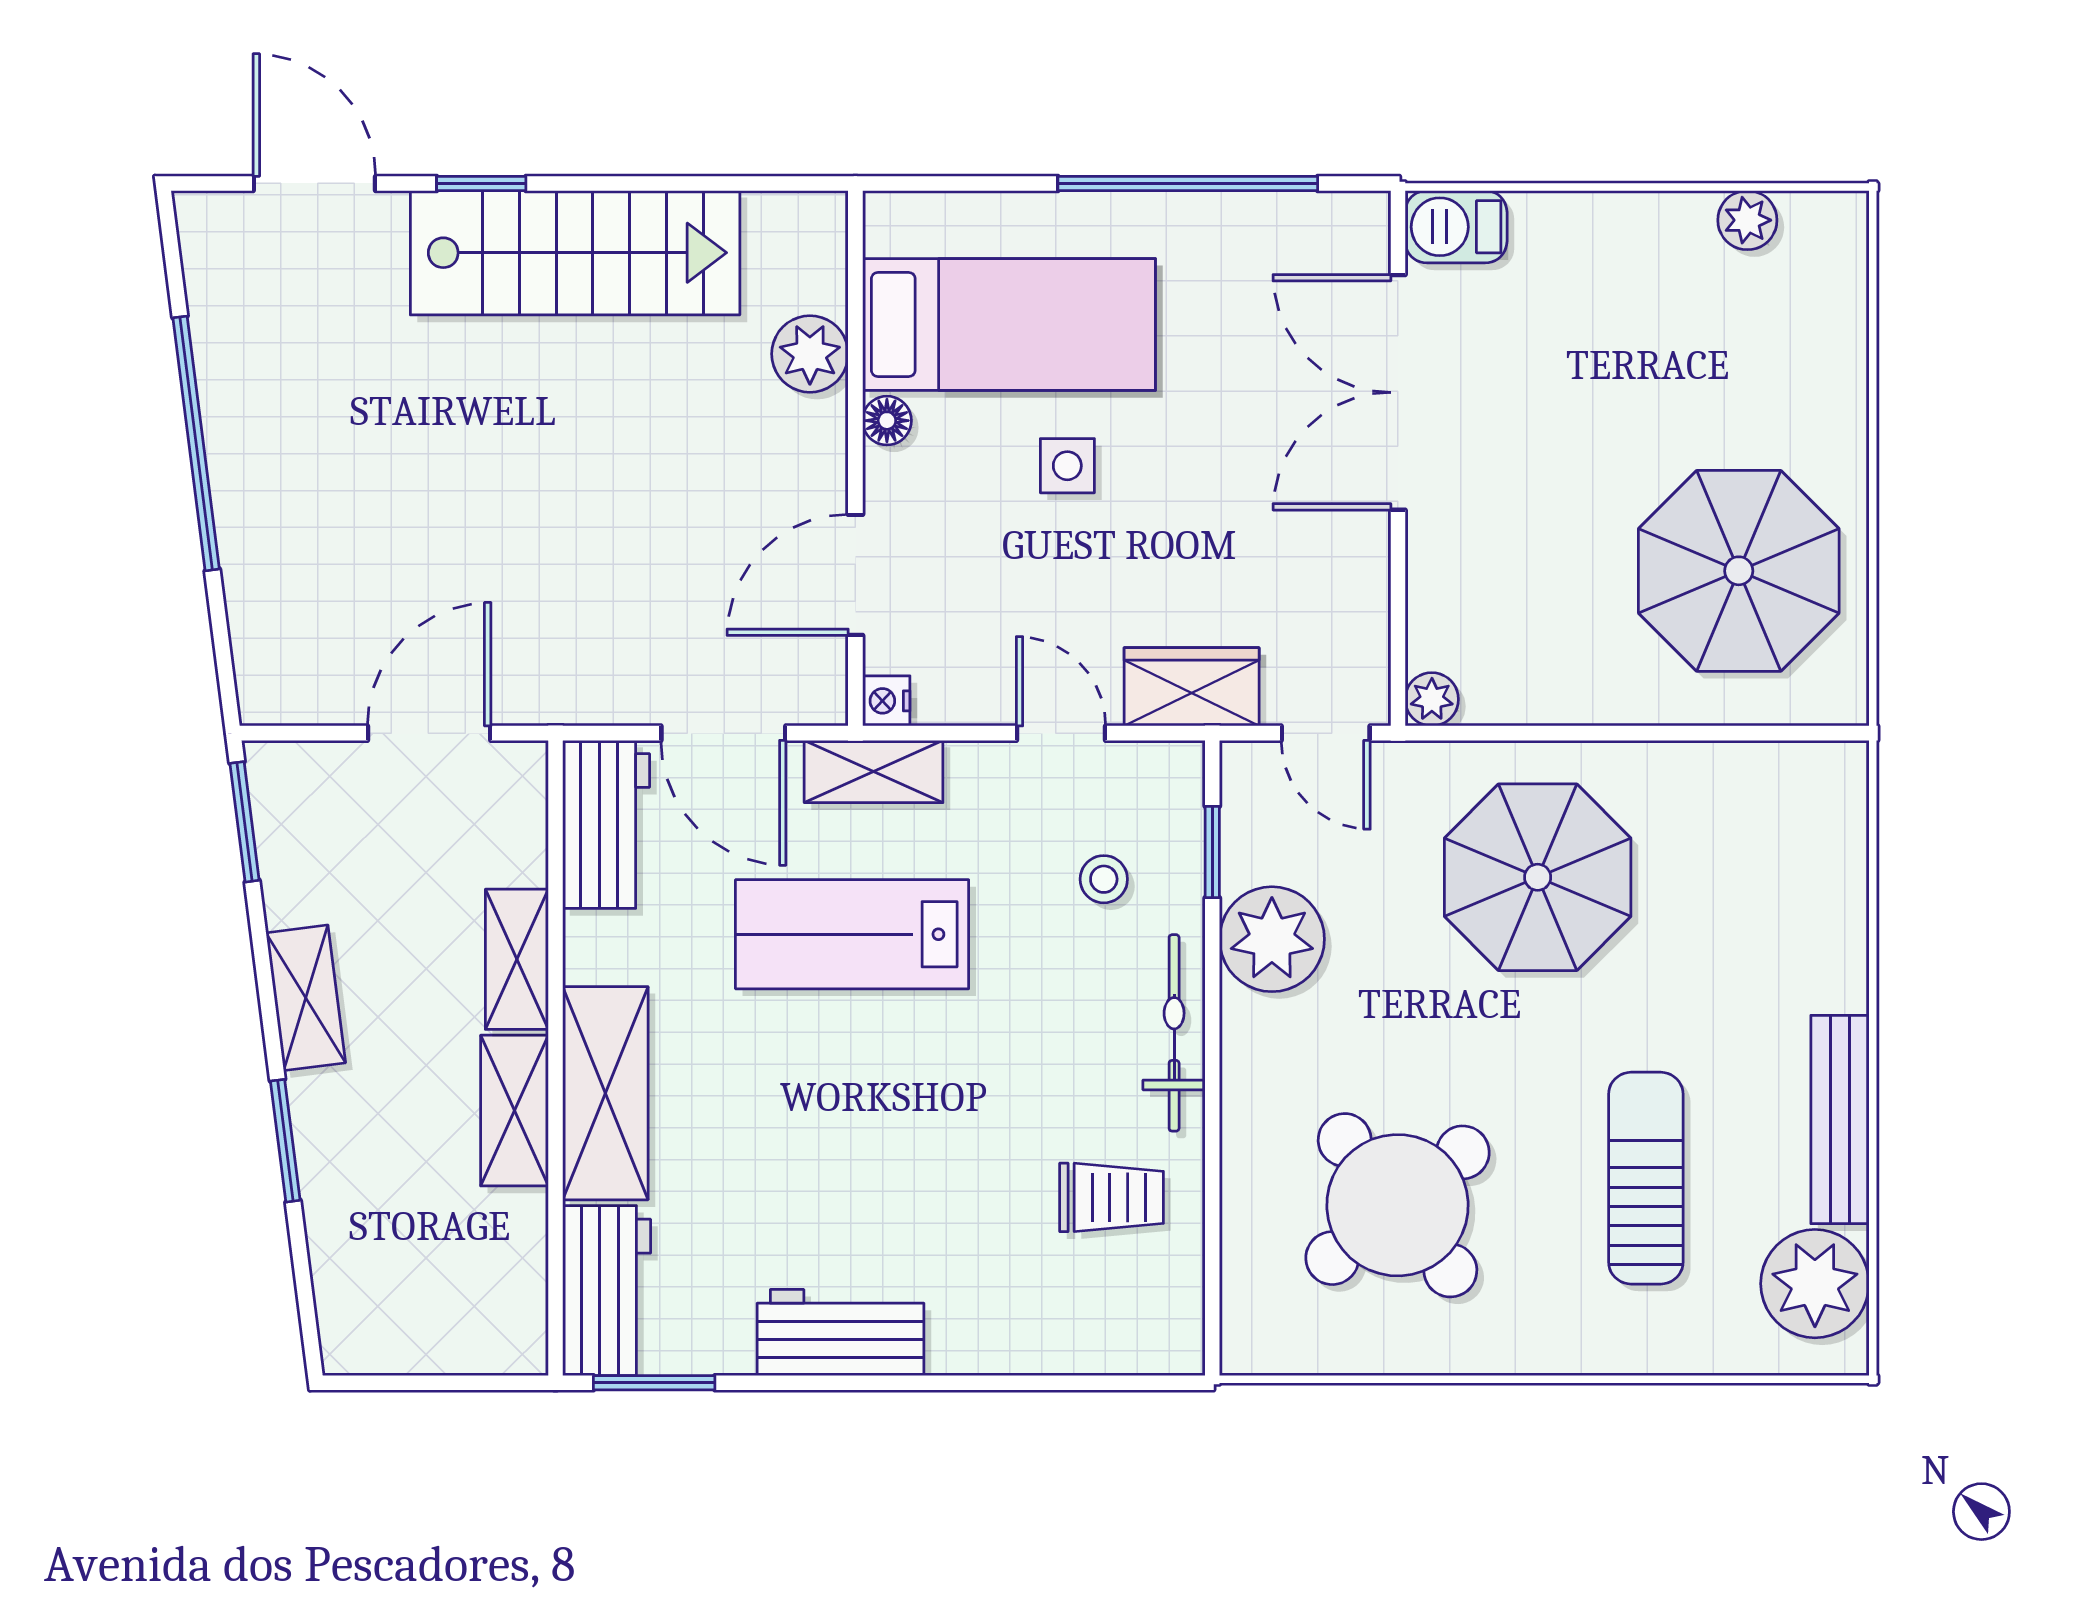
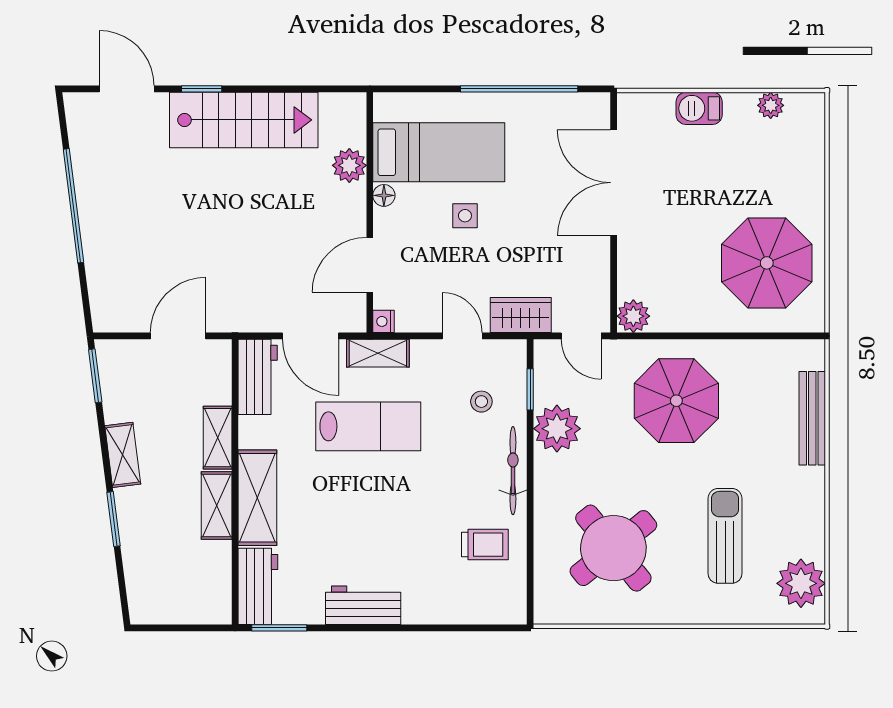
barbecue: (1456, 227) -> (699, 108), moved
plant: (1432, 699) -> (633, 316), width x1.38, depth x1.38
lab bench: (852, 934) -> (368, 426), turned 180
bench: (1840, 1120) -> (812, 418), moved

